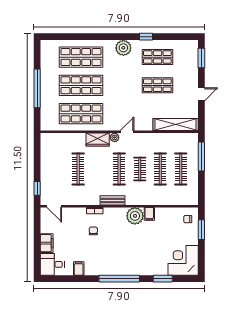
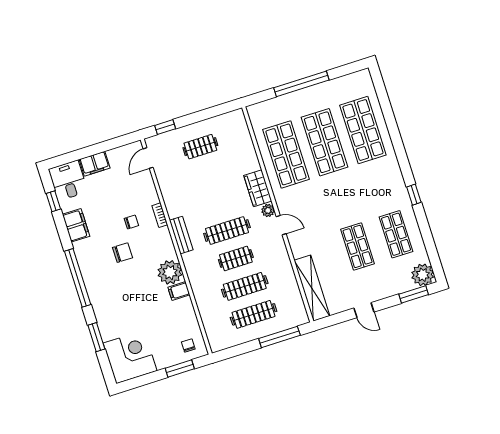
window: (146, 37) -> (414, 195), moved
plant: (123, 48) -> (423, 275), moved
clothes rail: (78, 169) -> (200, 147), moved, width x0.73
chair: (112, 243) -> (122, 253), added
filing cabinet: (79, 269) -> (76, 225), width x2.00
window: (63, 279) -> (53, 201), added

